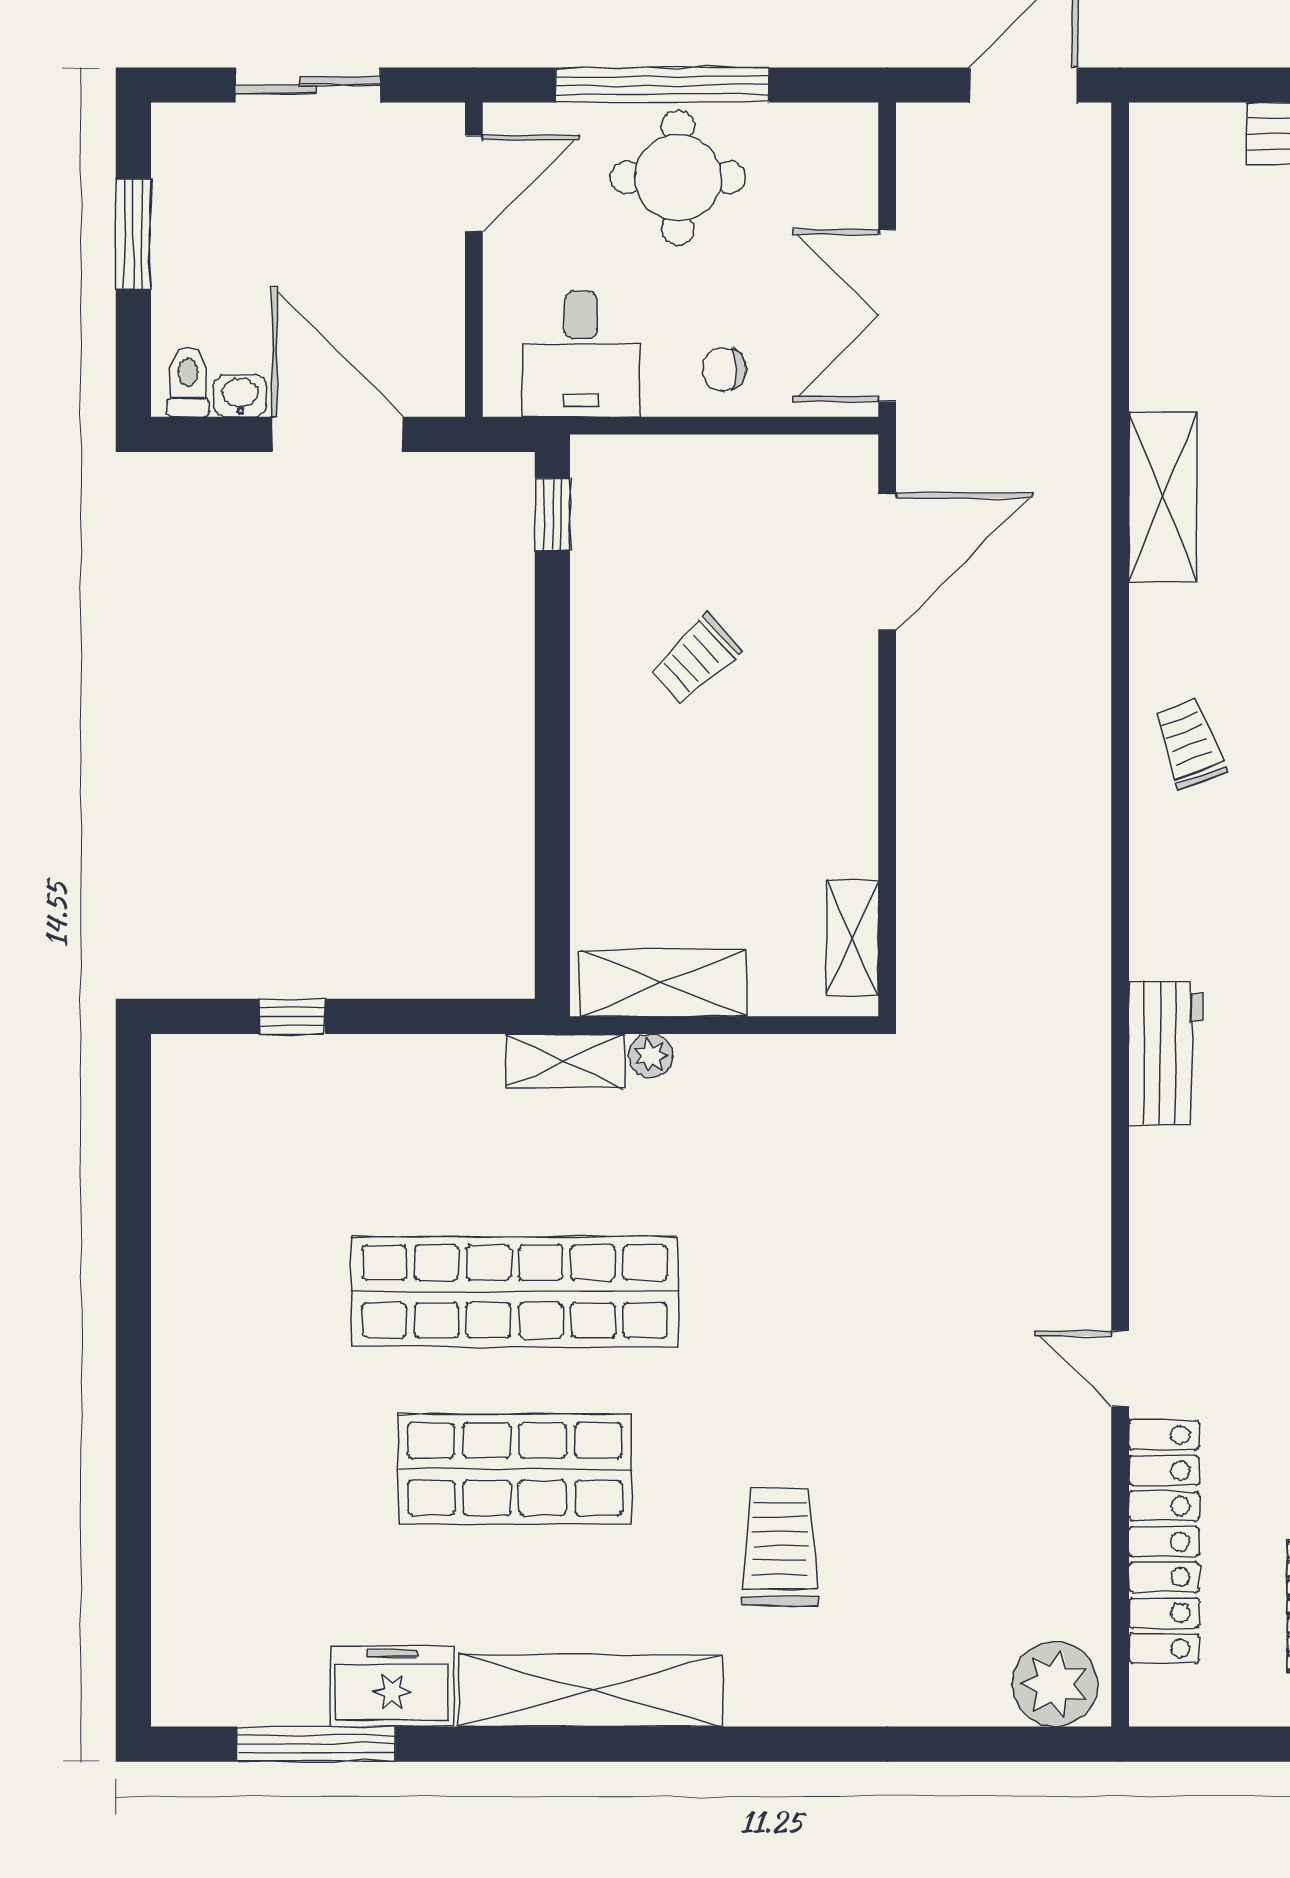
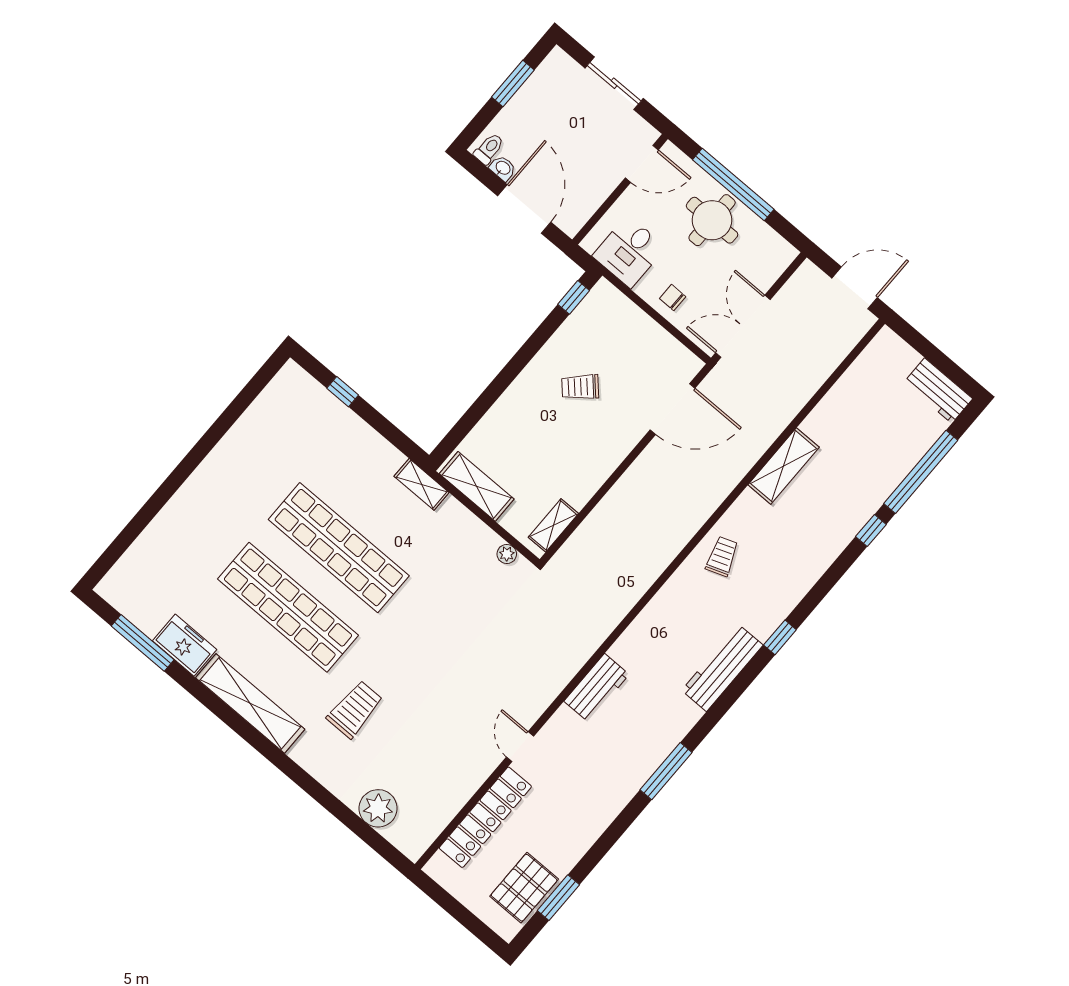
workbench: (1166, 1053) -> (597, 688), moved
plant: (651, 1056) -> (507, 554), moved
shop shelf: (515, 1469) -> (288, 607), width x1.40
plant: (1055, 1684) -> (378, 808), moved

